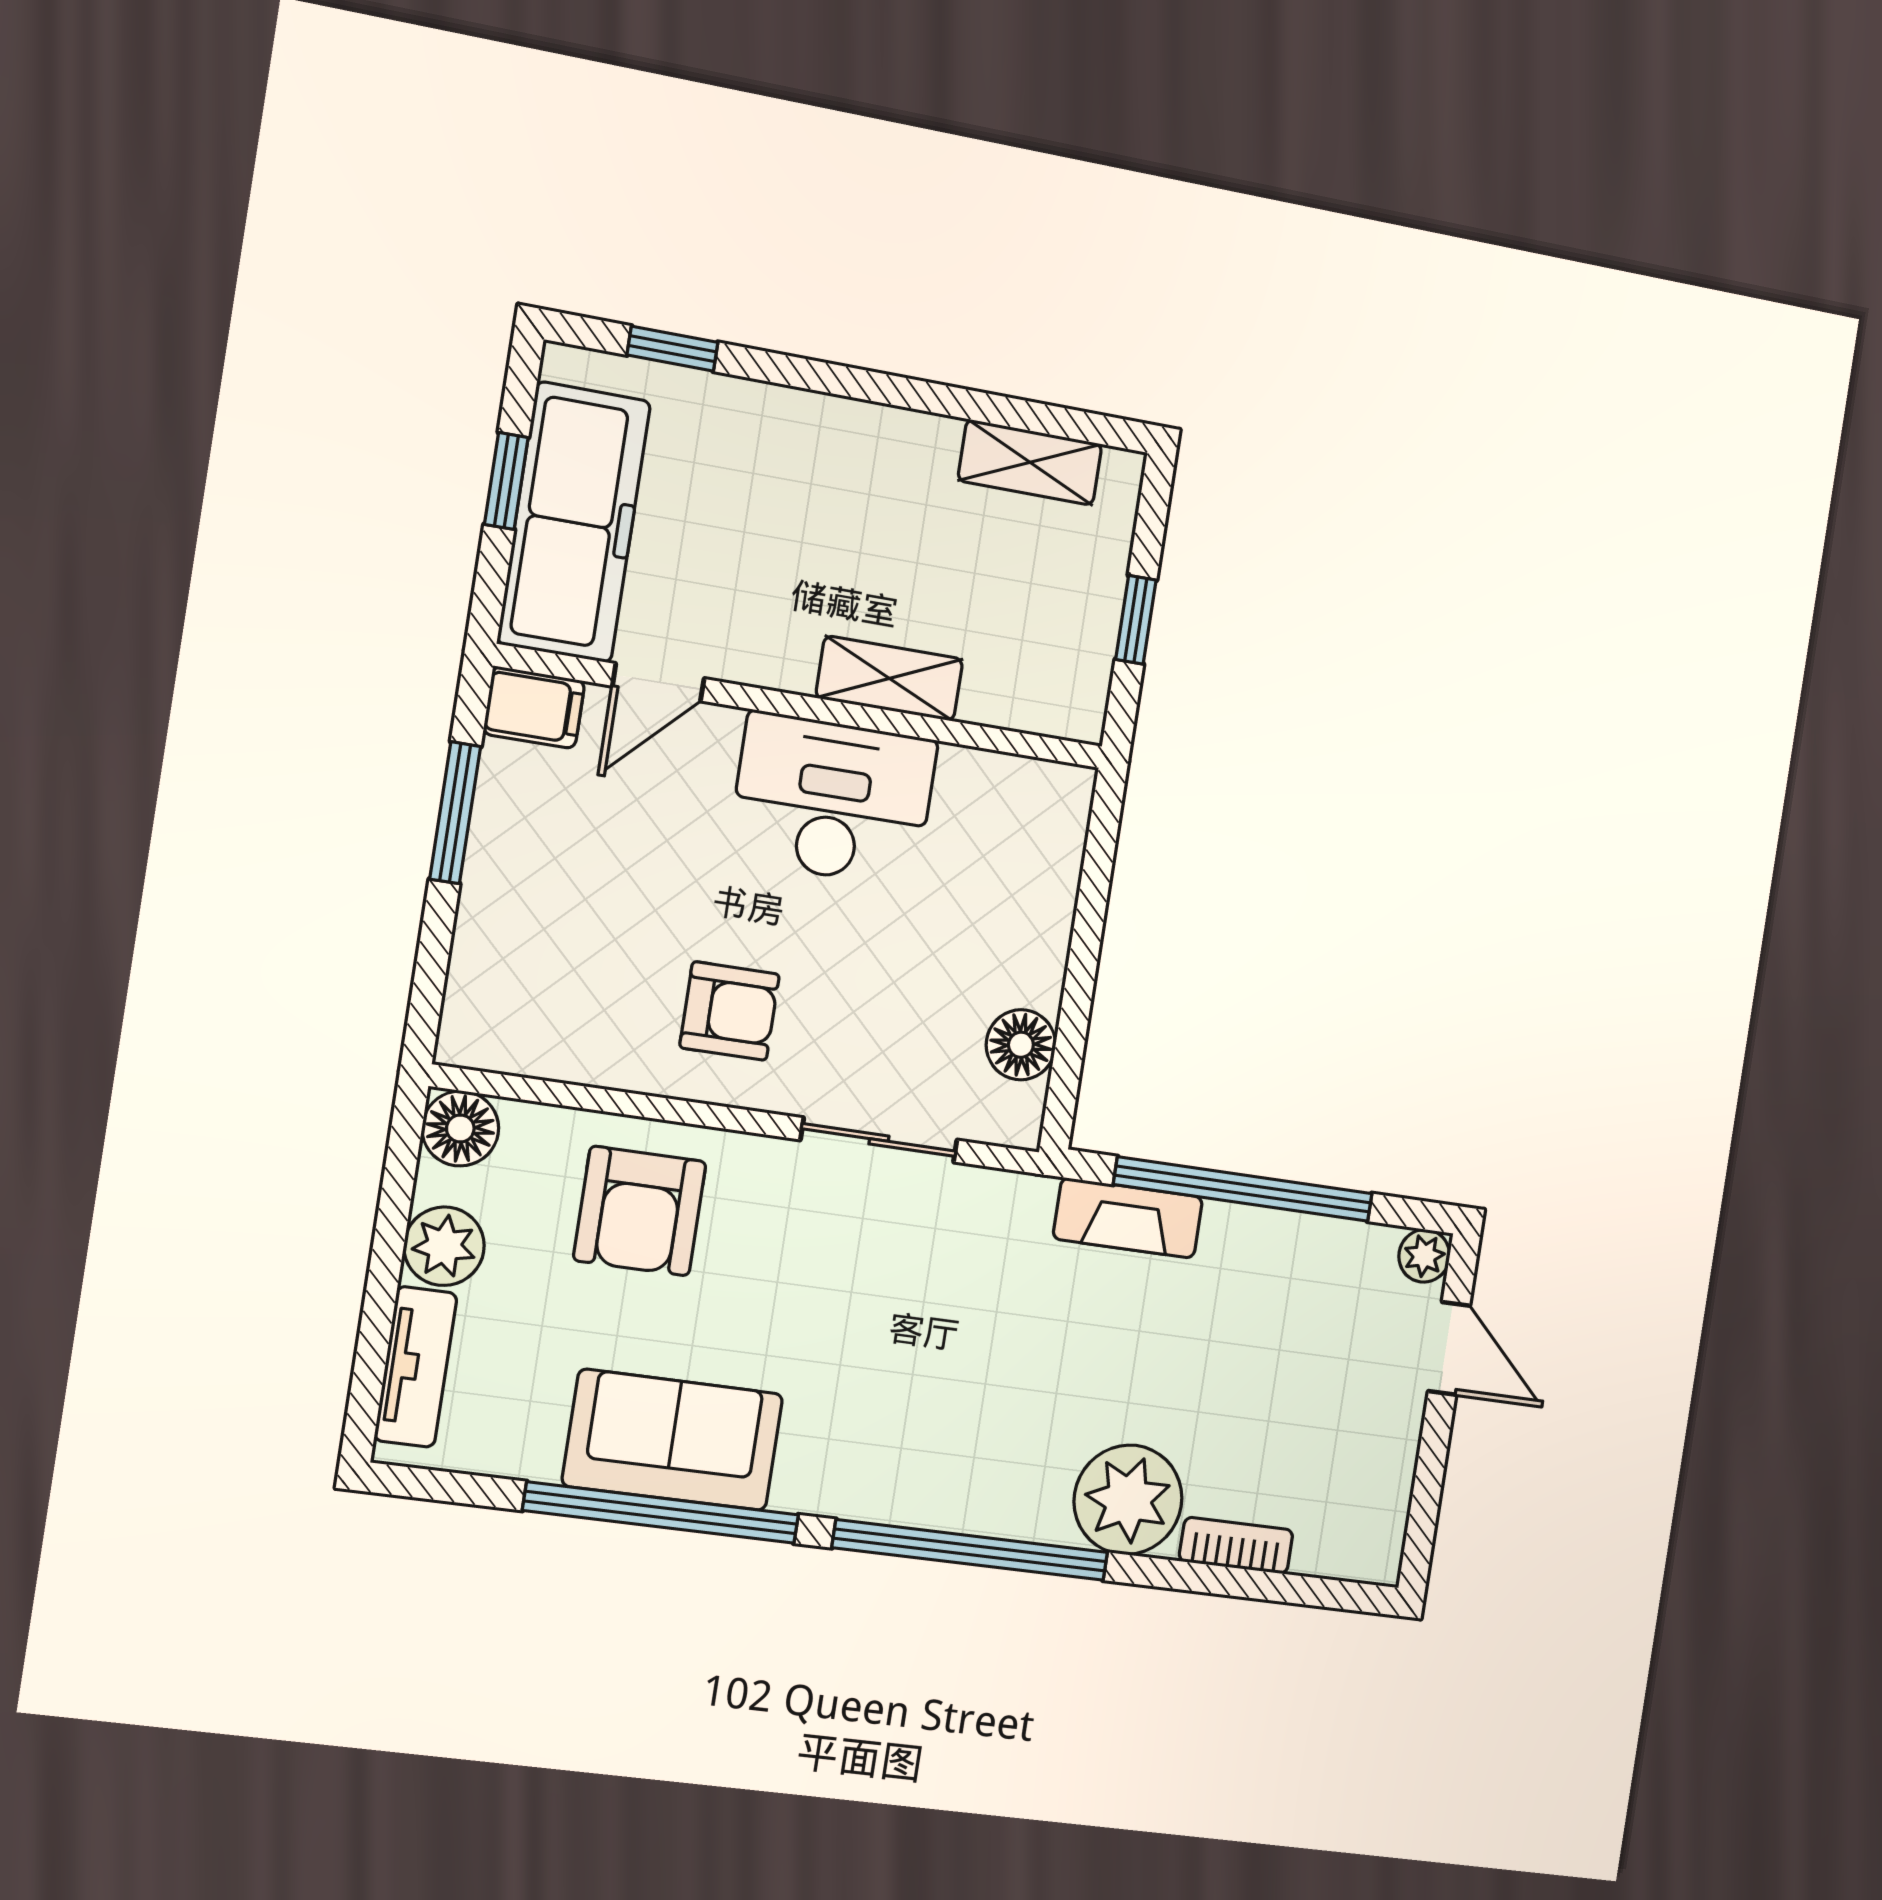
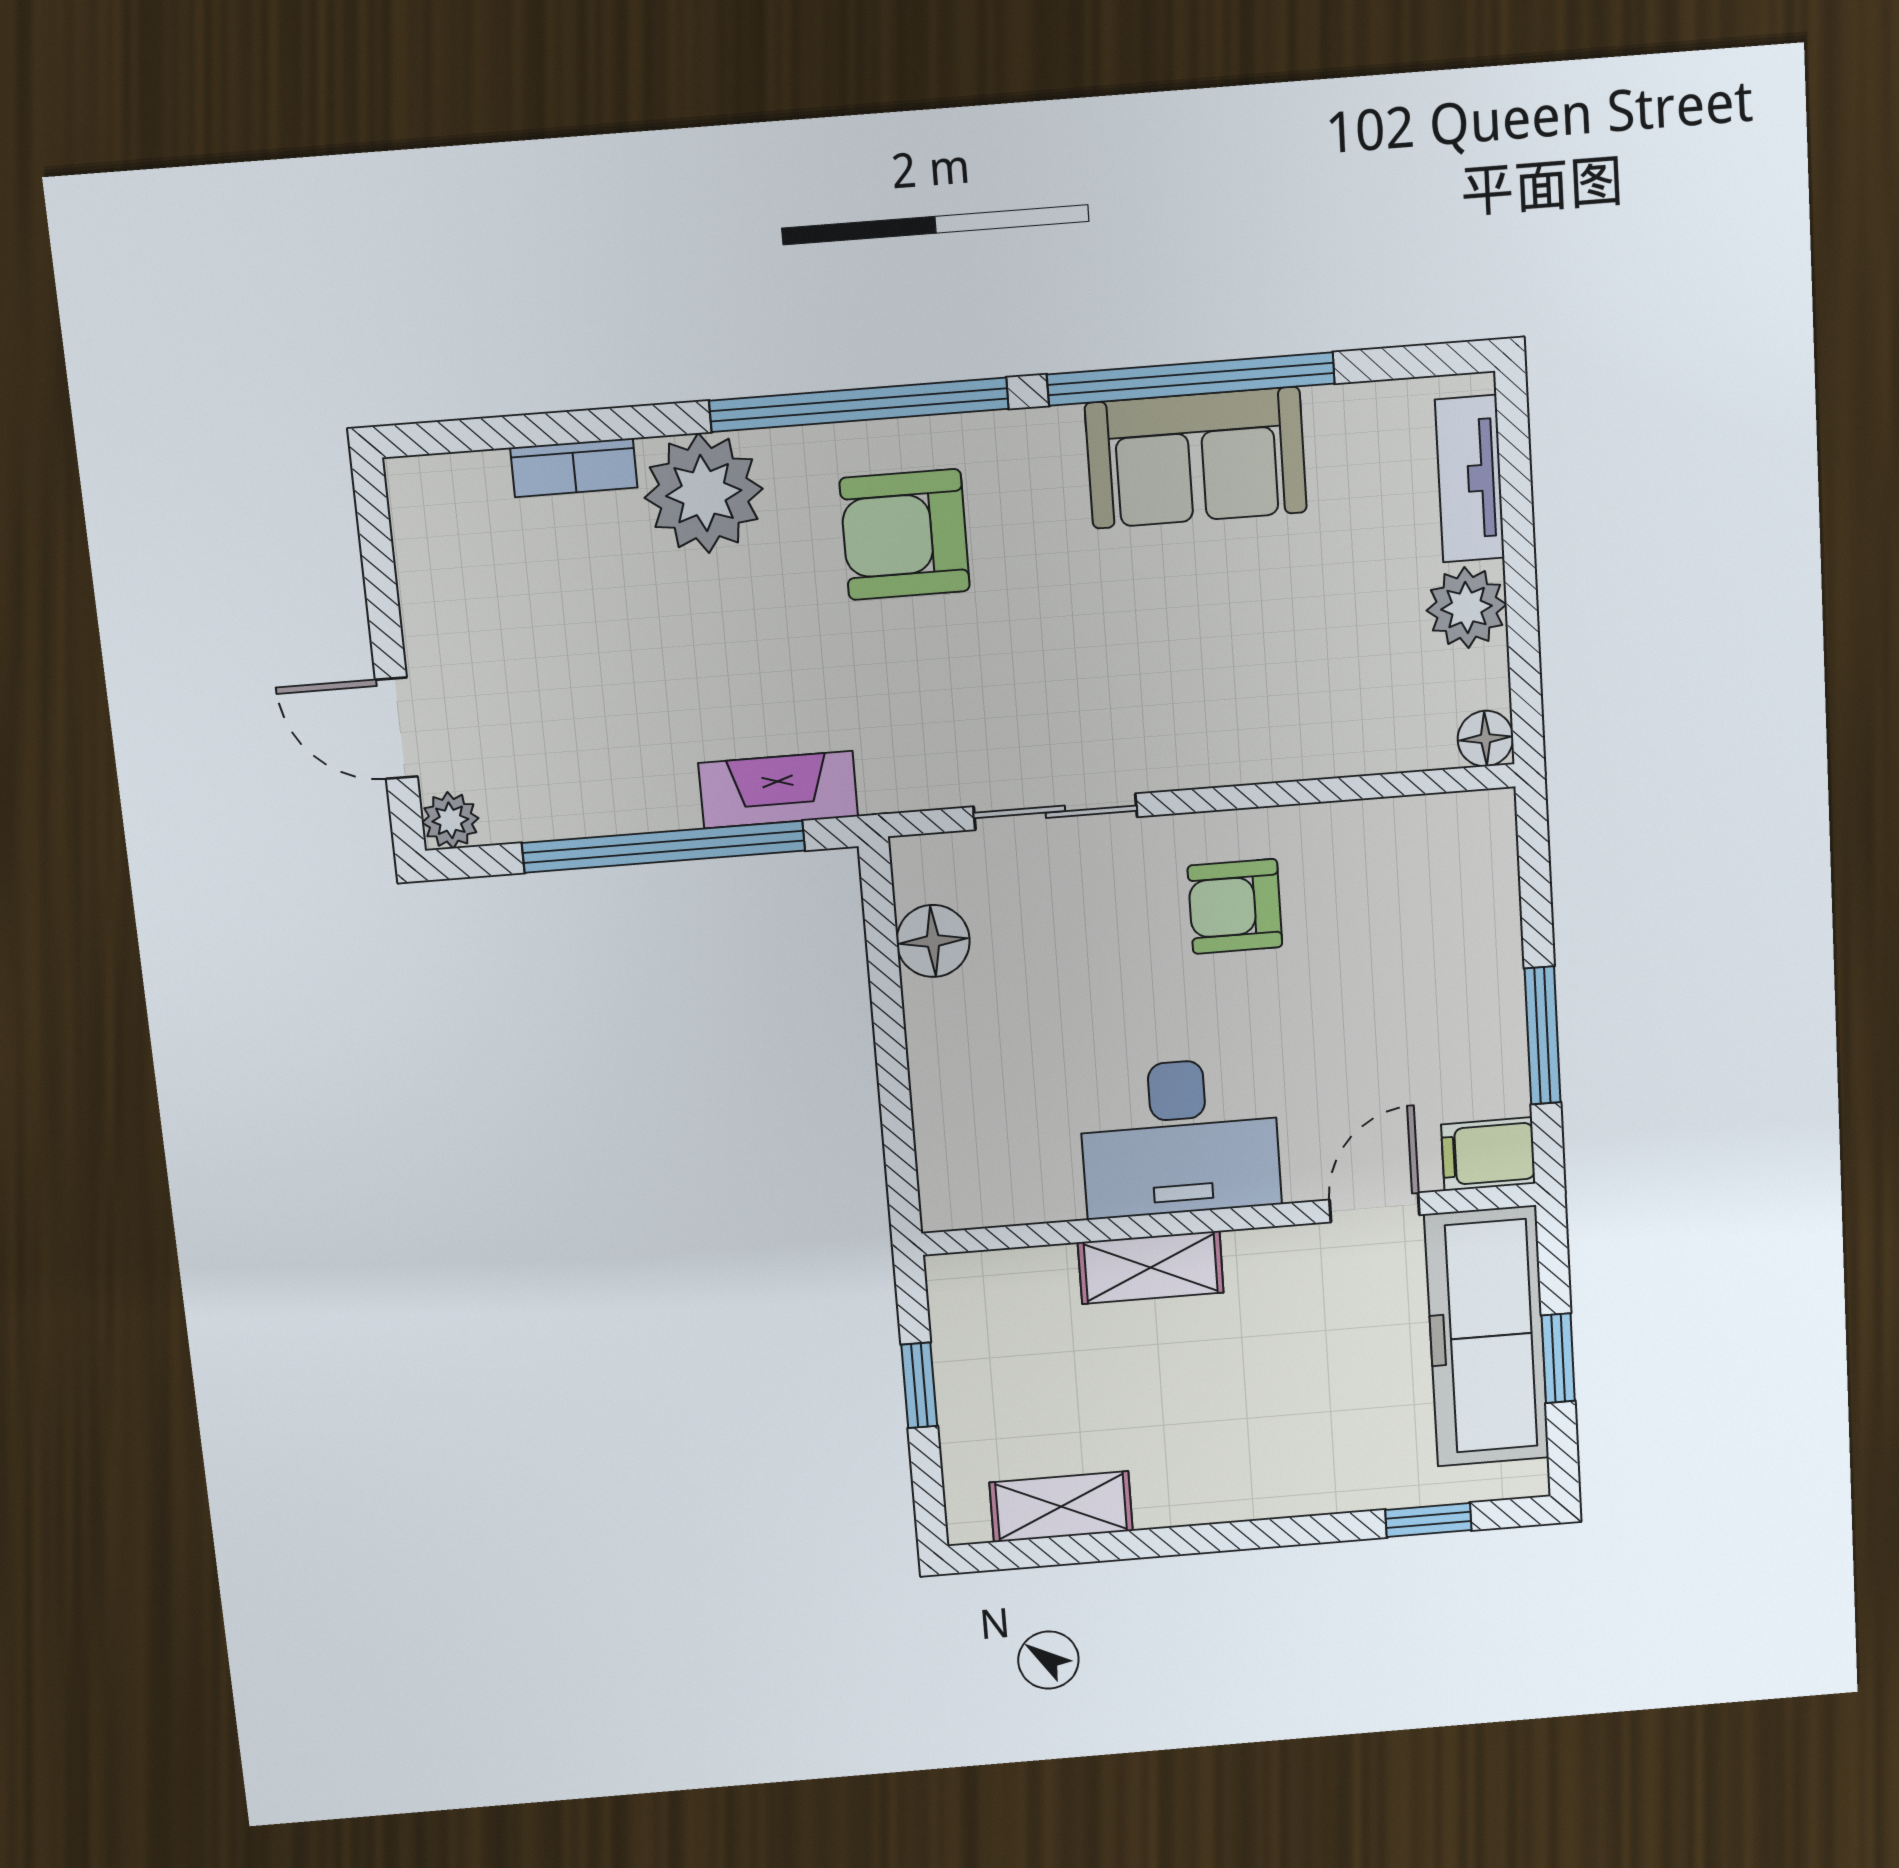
floor lamp: (460, 1129) -> (1485, 739), width x0.73, depth x0.73
armchair: (640, 1211) -> (905, 535), moved, turned -90

